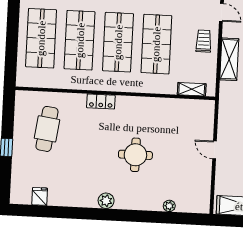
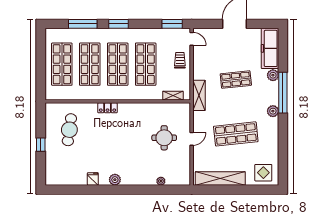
shelving: (229, 59) -> (199, 95), moved
door: (214, 150) -> (192, 139), swing flipped
round table: (135, 155) -> (164, 138), moved
fridge: (40, 196) -> (93, 179), moved

